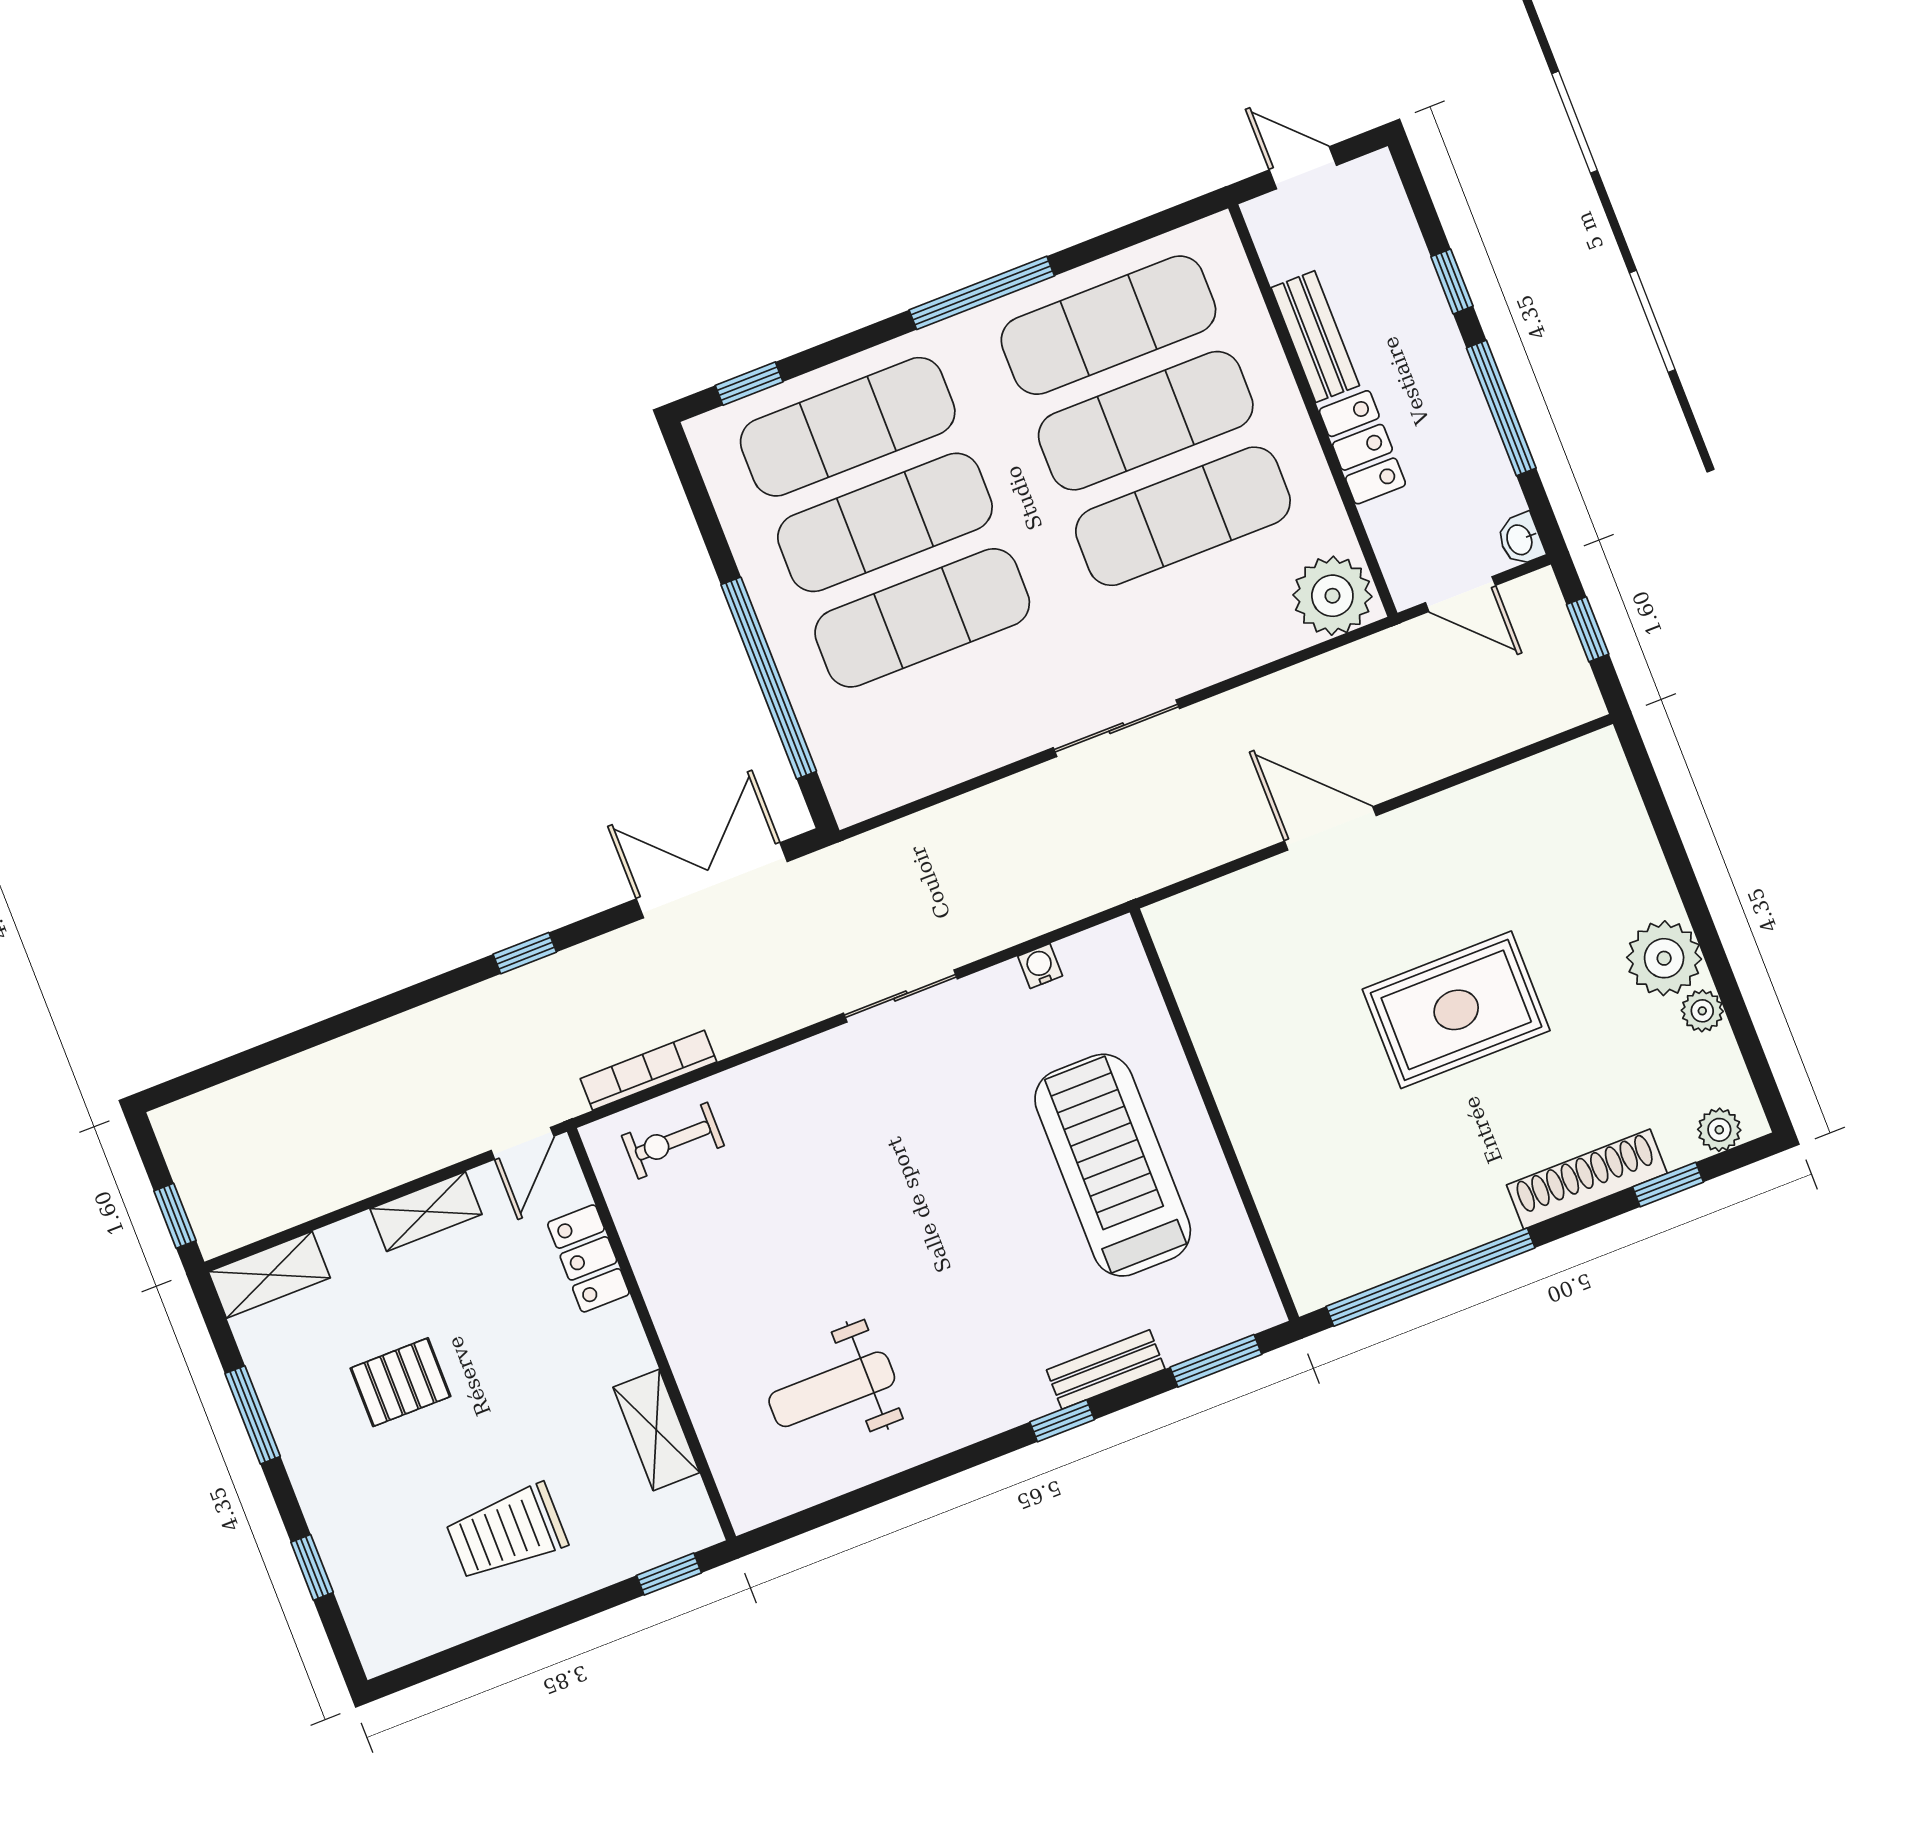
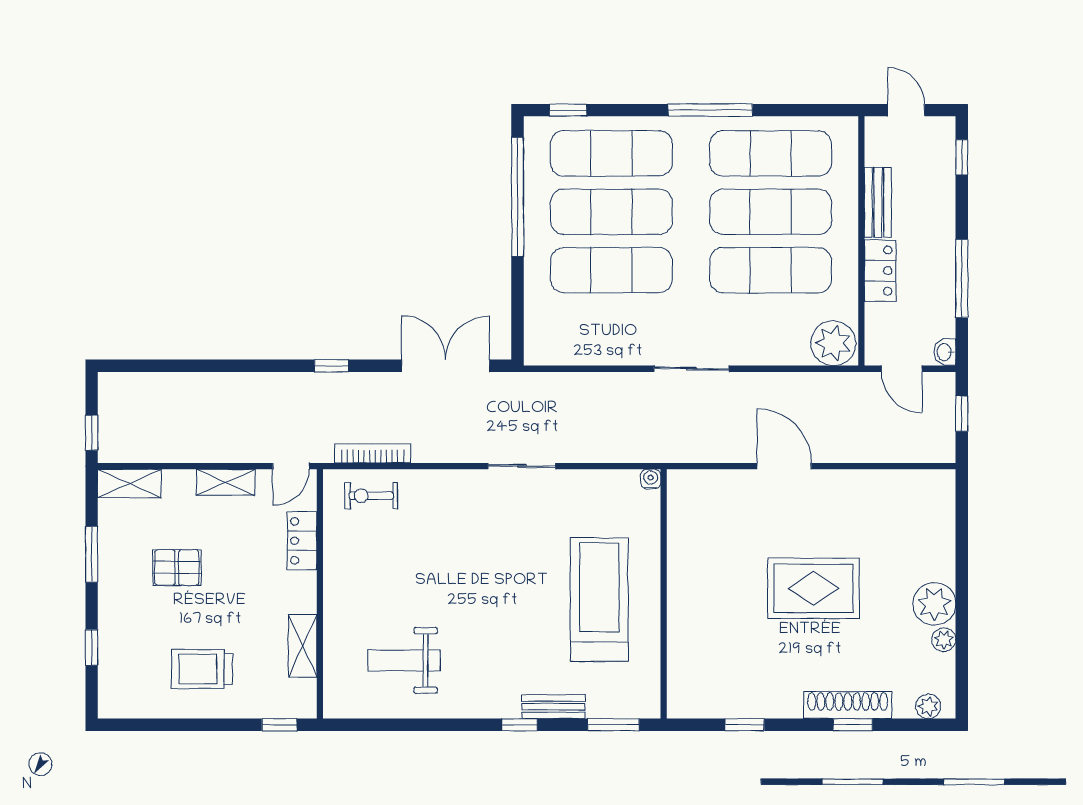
window: (1452, 281) -> (962, 157), moved
window: (769, 678) -> (518, 197), moved
water cooler: (1040, 966) -> (651, 479), moved
window: (1668, 1185) -> (853, 725), moved
window: (1430, 1277) -> (745, 725), width x0.32

